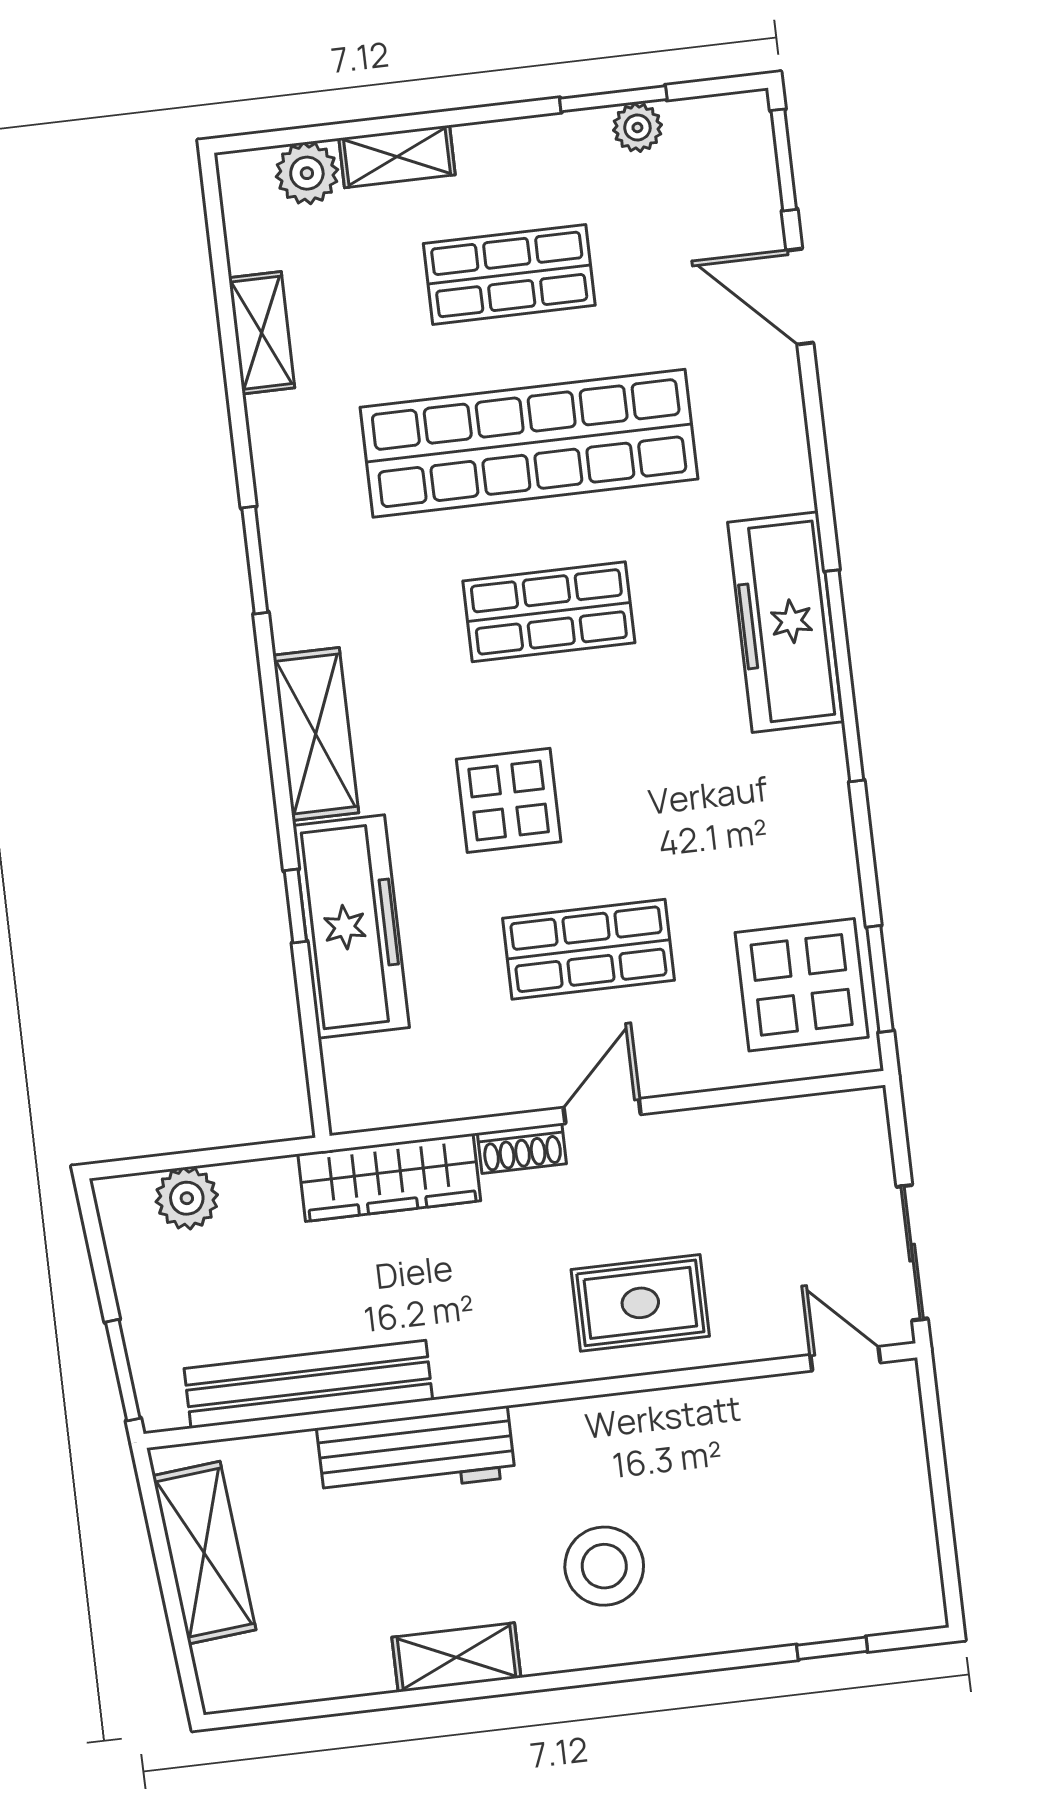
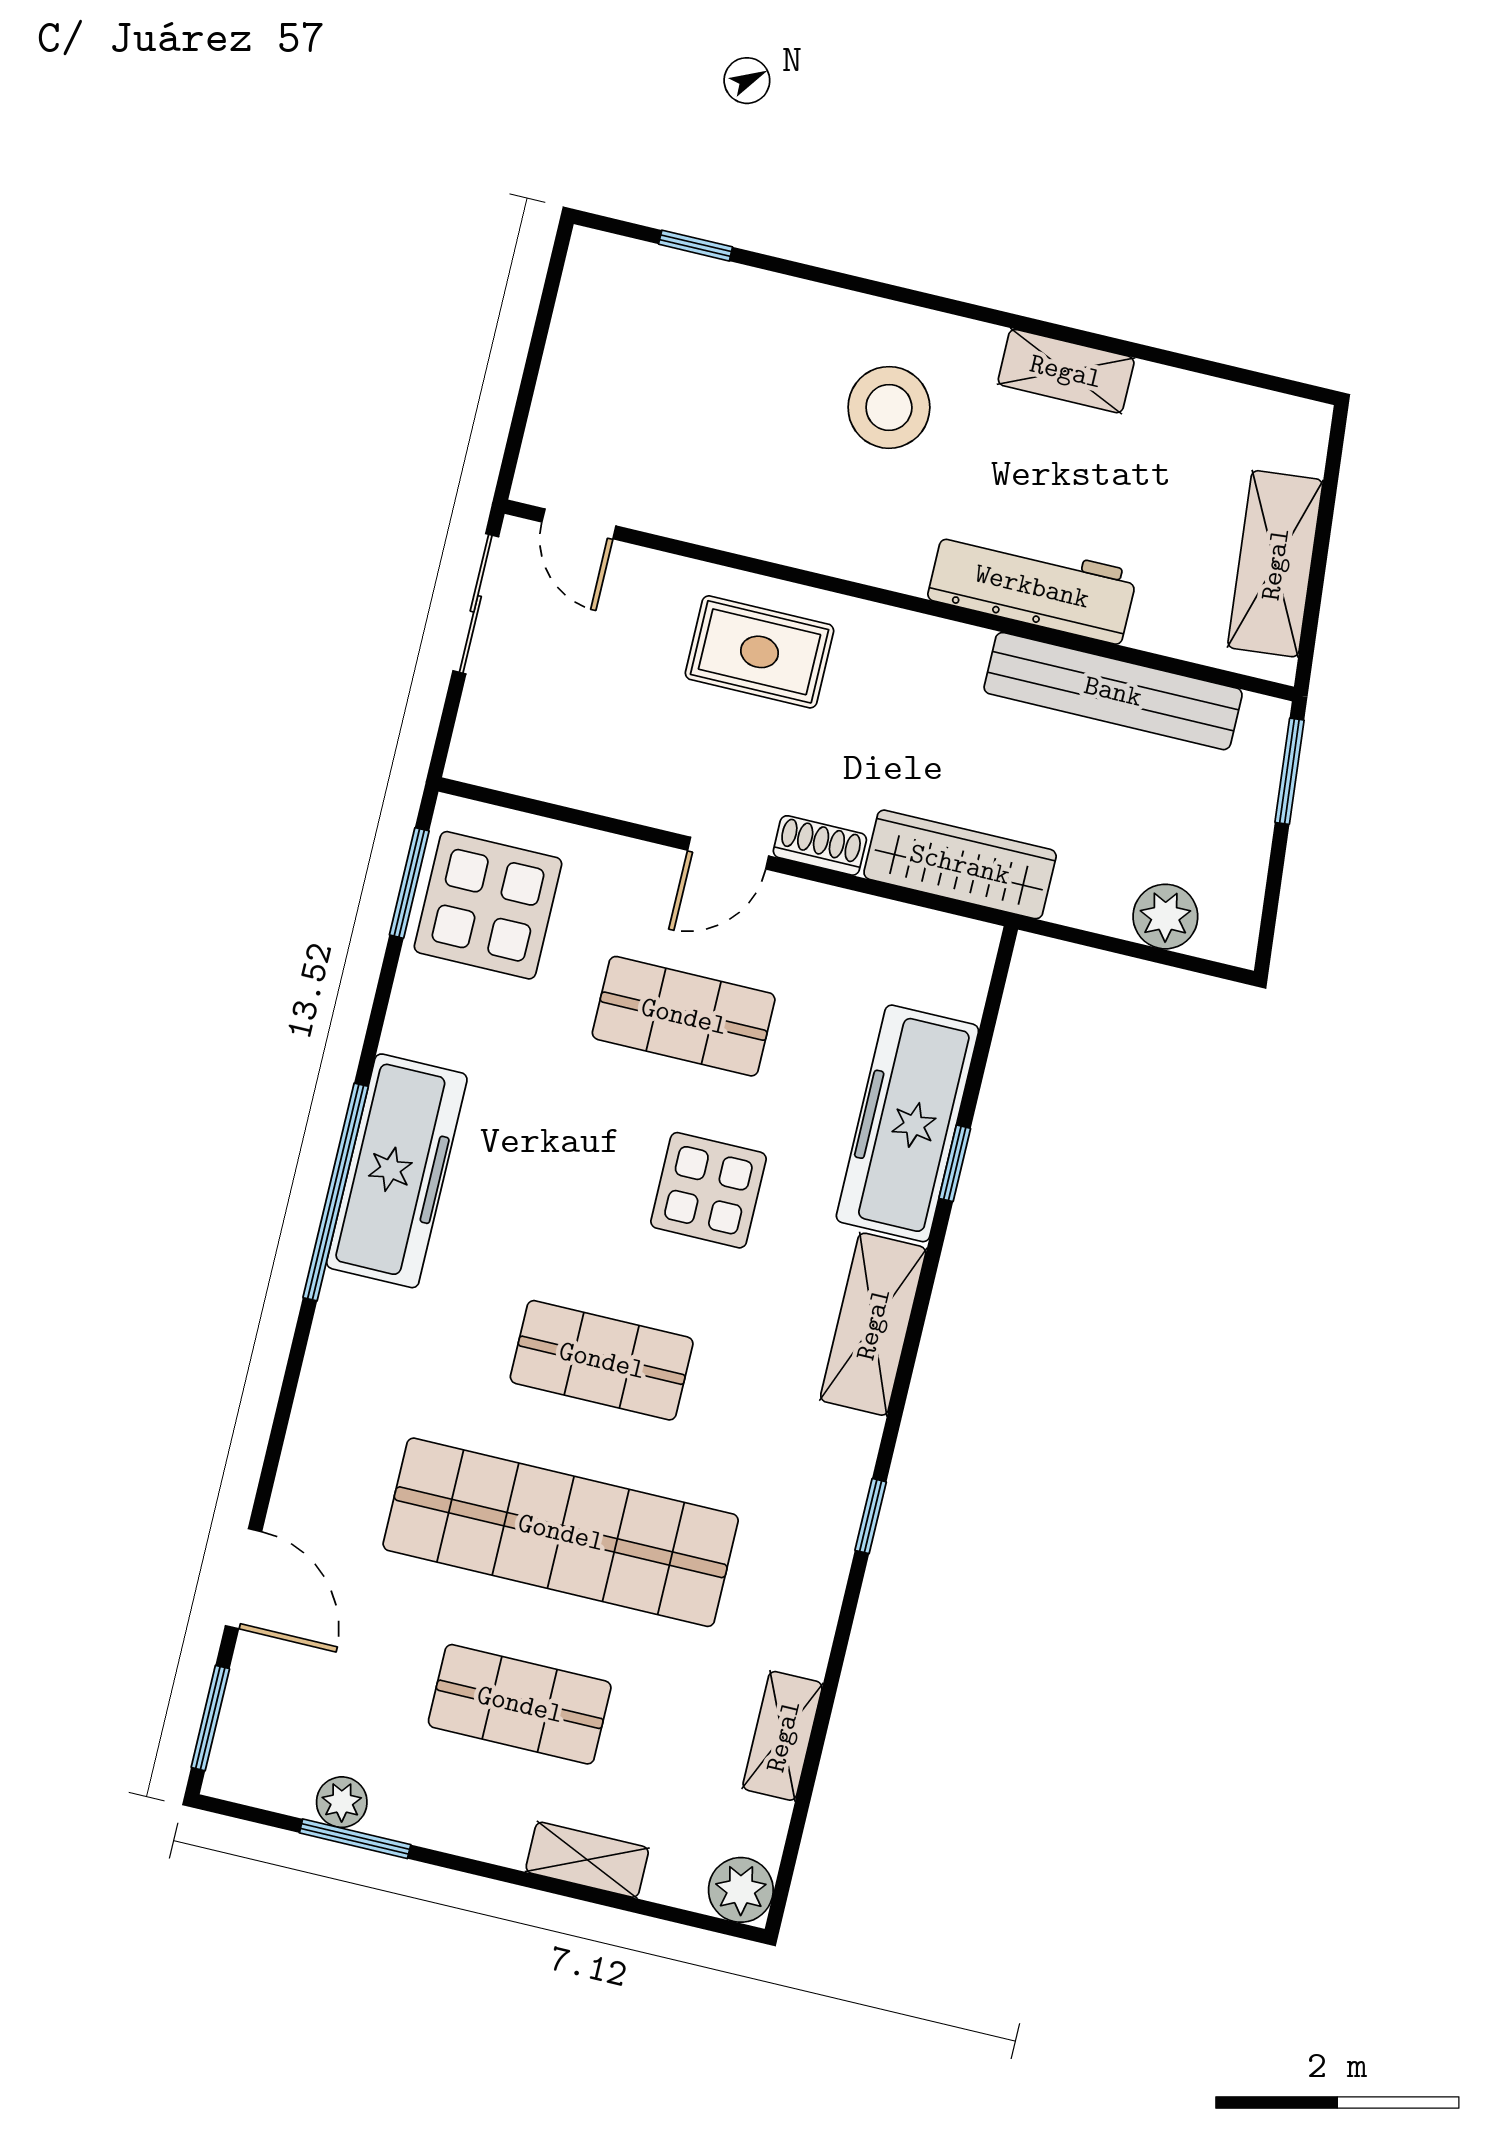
plant: (307, 173) -> (741, 1890), moved
window: (255, 560) -> (871, 1516), width x0.67
freezer: (785, 622) -> (397, 1171), moved

